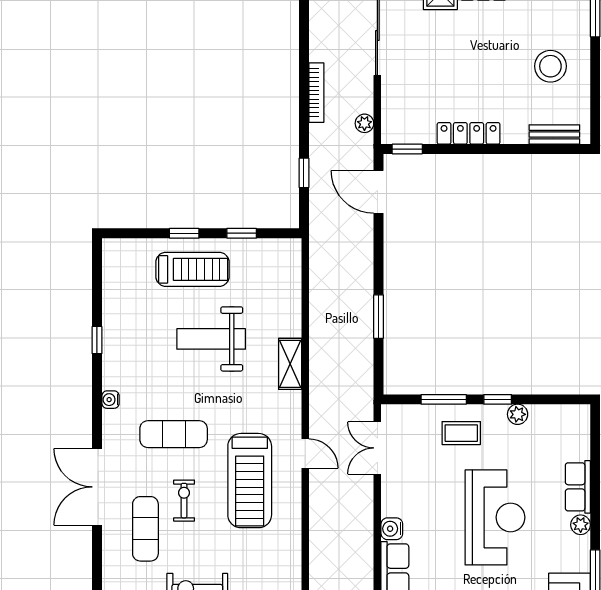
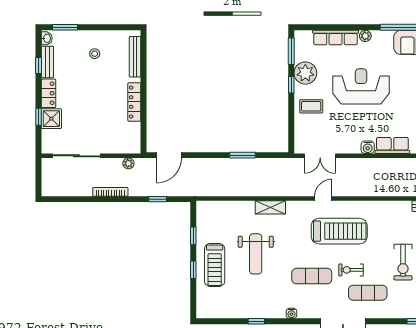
stool: (550, 66) -> (95, 54), width x0.53, depth x0.53
bench: (554, 135) -> (135, 57), width x1.36
window: (407, 149) -> (144, 138), removed
treadmill: (192, 269) -> (215, 265), turned 180
window: (444, 399) -> (291, 51), moved
plant: (518, 414) -> (305, 73), width x1.88, depth x1.88
coffee table: (461, 433) -> (311, 106), turned 90
exercise mat: (174, 434) -> (312, 276), turned 90
row of seats: (578, 487) -> (336, 37), width x1.48

